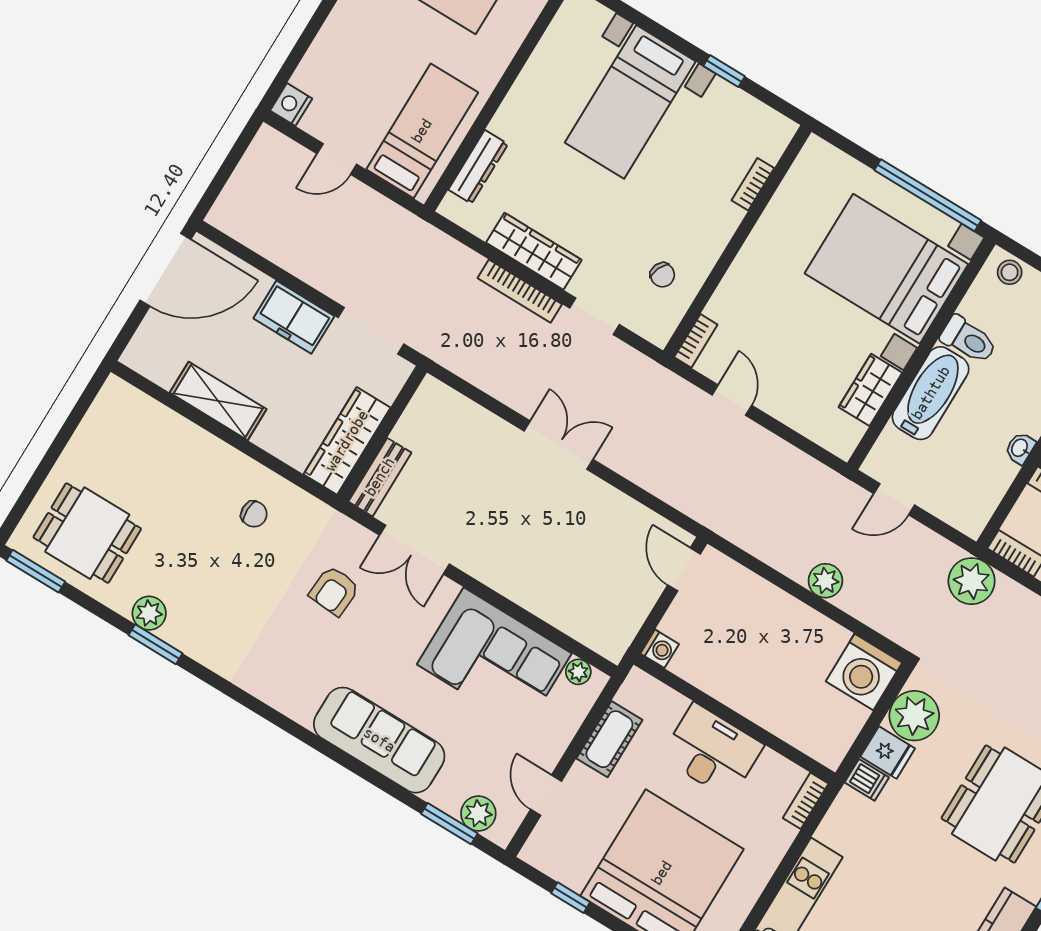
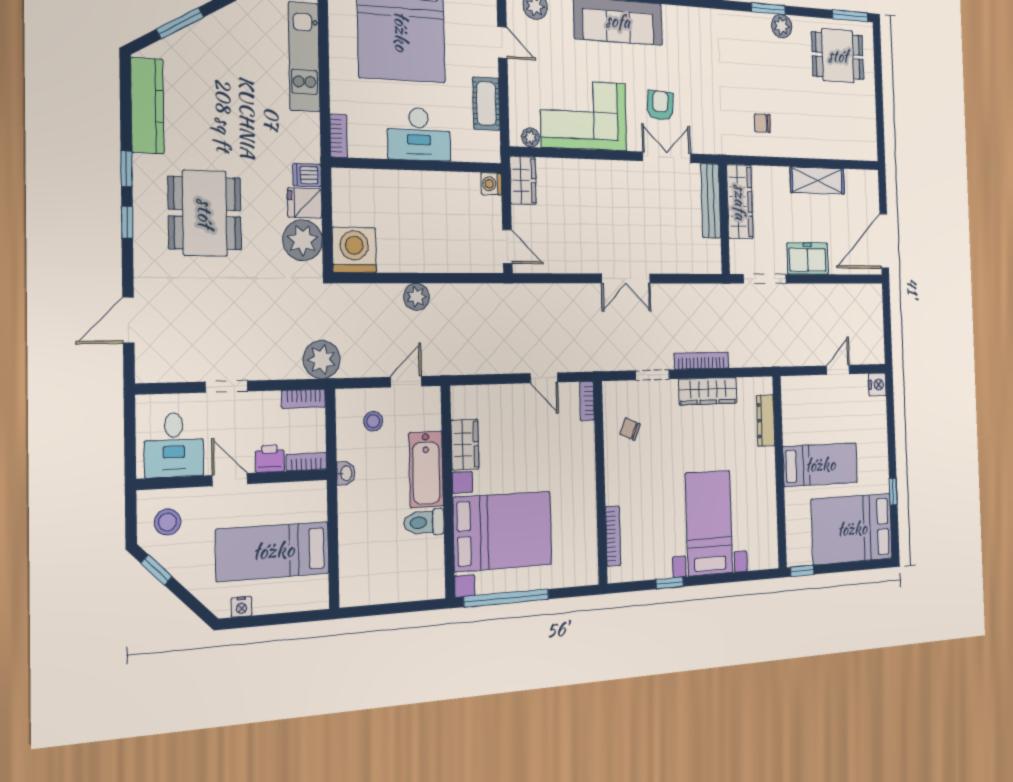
bed: (422, 131) -> (820, 465), moved, turned -90
bookcase: (753, 184) -> (613, 536), width x1.56
stool: (1010, 272) -> (373, 421), moved
bench: (380, 477) -> (711, 201), width x1.36
armchair: (334, 591) -> (660, 105), moved
wardrobe: (618, 630) -> (523, 180), added

